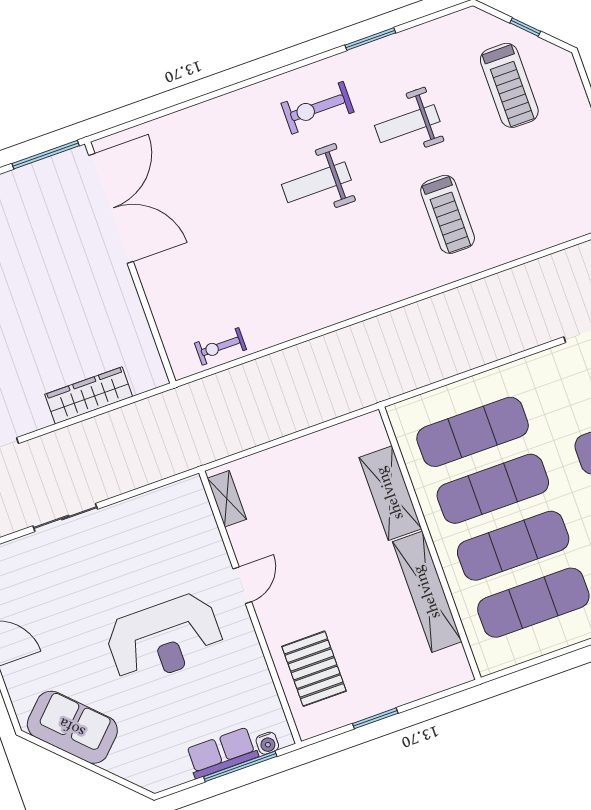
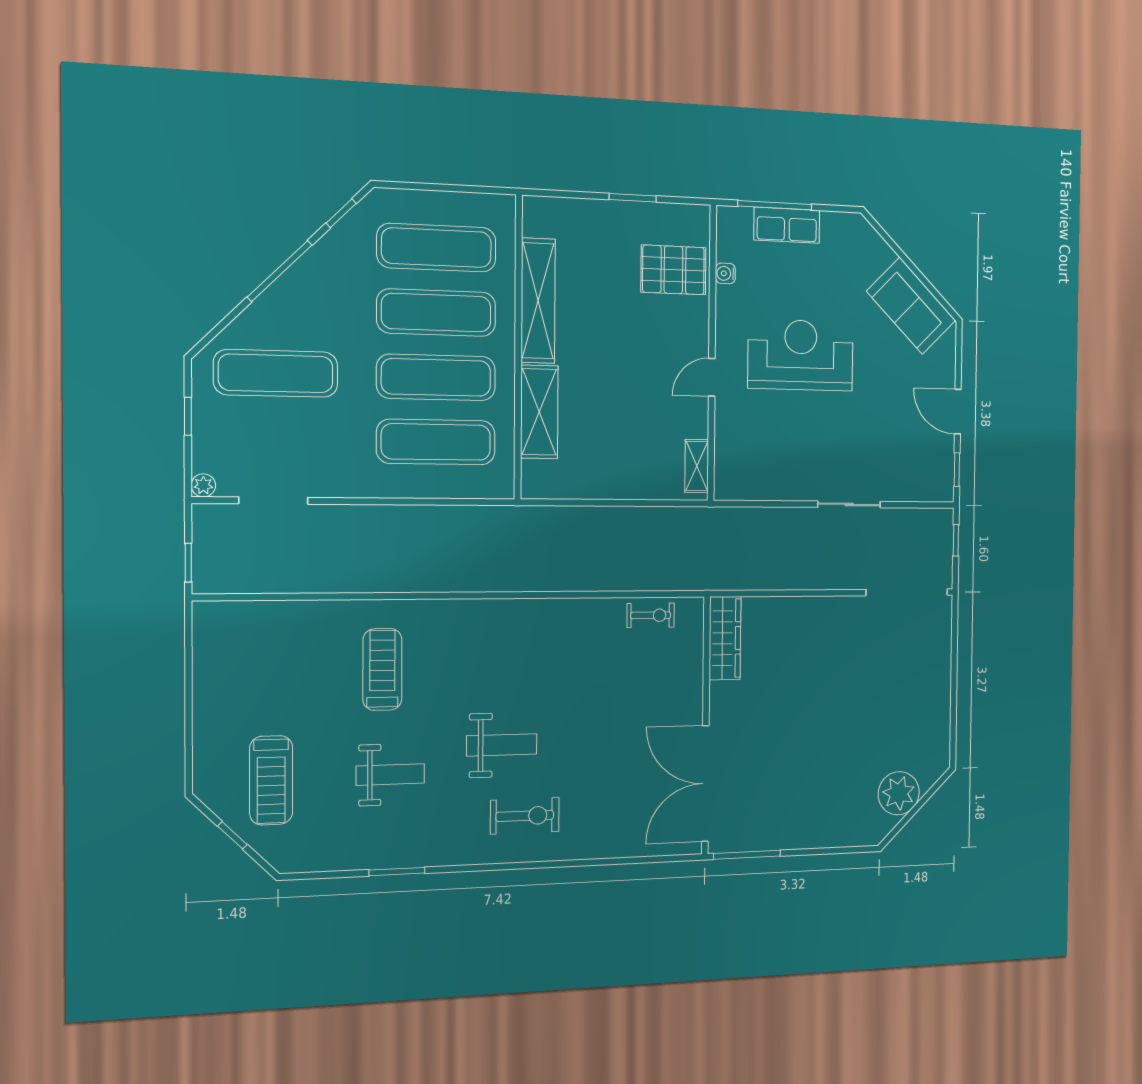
treadmill: (509, 85) -> (271, 780), turned 180
exercise bike: (318, 108) -> (525, 816), moved
wardrobe: (89, 395) -> (725, 638), moved, turned -90
pallet: (314, 669) -> (673, 270), turned 90
water cooler: (267, 743) -> (725, 273), moved, turned -90

